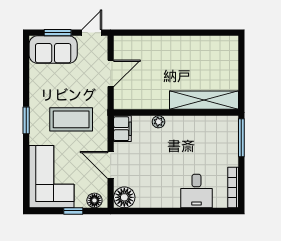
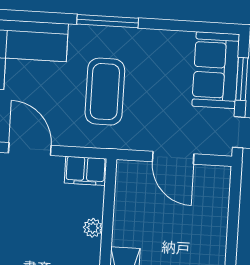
window: (26, 120) -> (108, 21), width x1.44
door: (111, 165) -> (30, 149), hinge flipped

